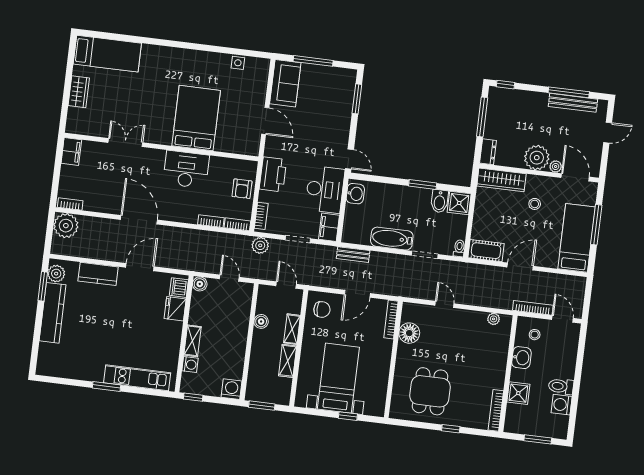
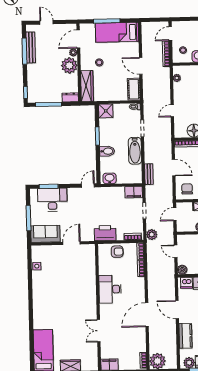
bed: (196, 118) -> (76, 288), removed
desk: (325, 189) -> (52, 200), moved
bidet: (440, 201) -> (107, 151), moved
door: (229, 278) -> (176, 251), hinge flipped

